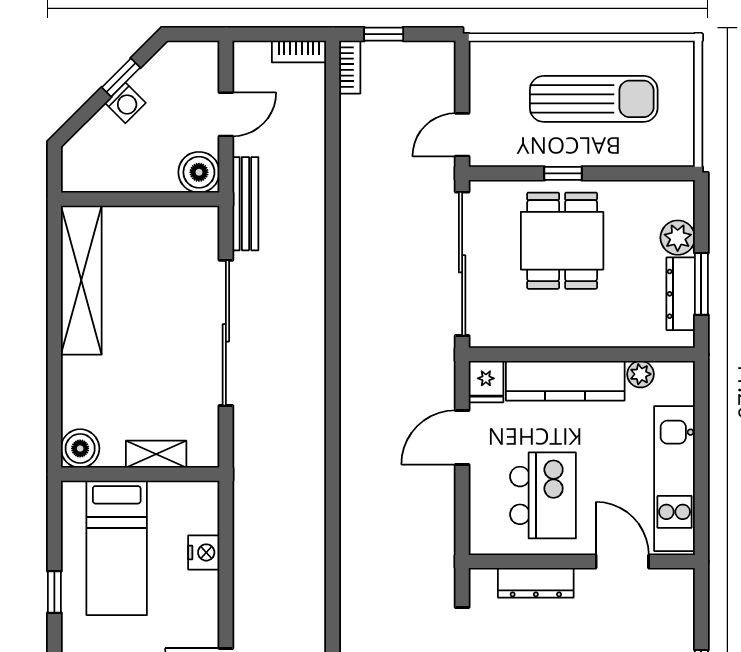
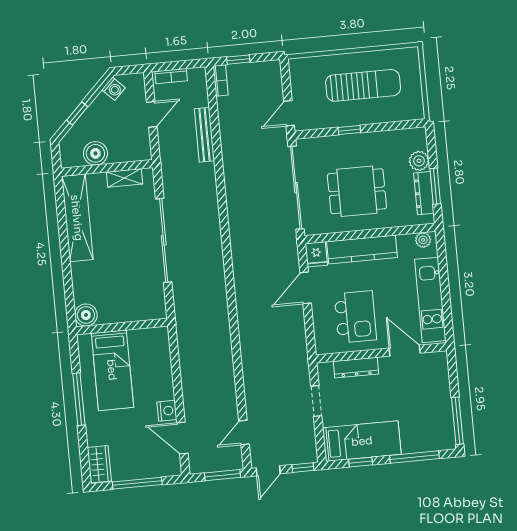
bookcase: (299, 52) -> (171, 76), moved
window: (121, 77) -> (77, 113), moved
washing machine: (125, 103) -> (114, 89), moved
boiler: (199, 172) -> (95, 153), moved
bench: (245, 204) -> (204, 135), moved
dining table: (562, 241) -> (357, 191), moved, turned 90
plant: (641, 374) -> (423, 240), moved
shelving: (156, 454) -> (125, 178), moved
nightstand: (204, 552) -> (167, 411), moved
window: (54, 592) -> (79, 399), width x2.17

